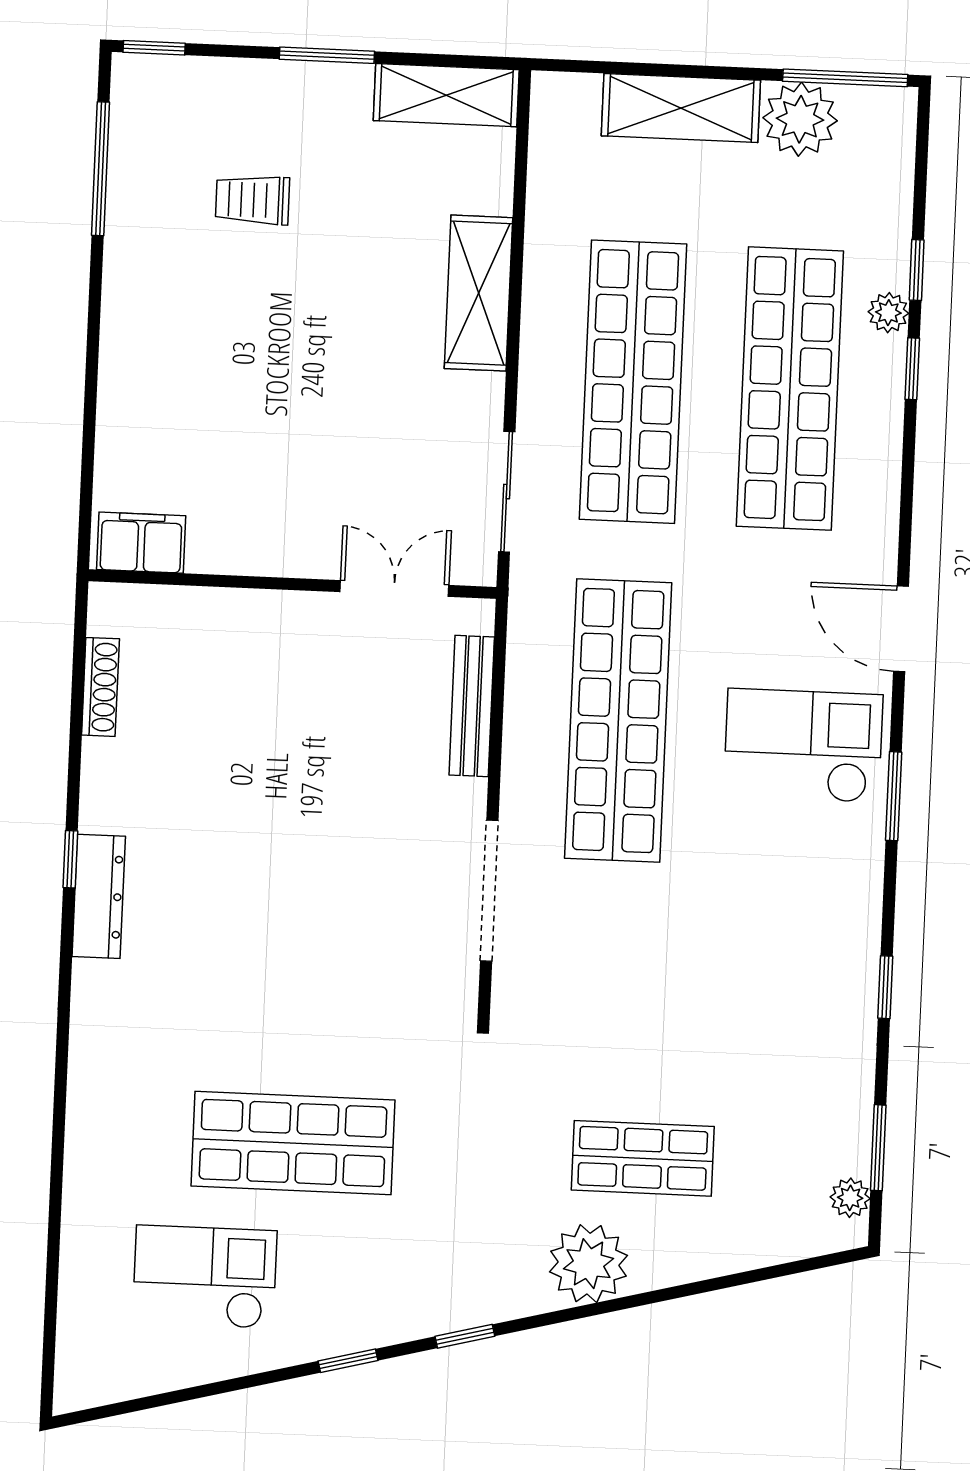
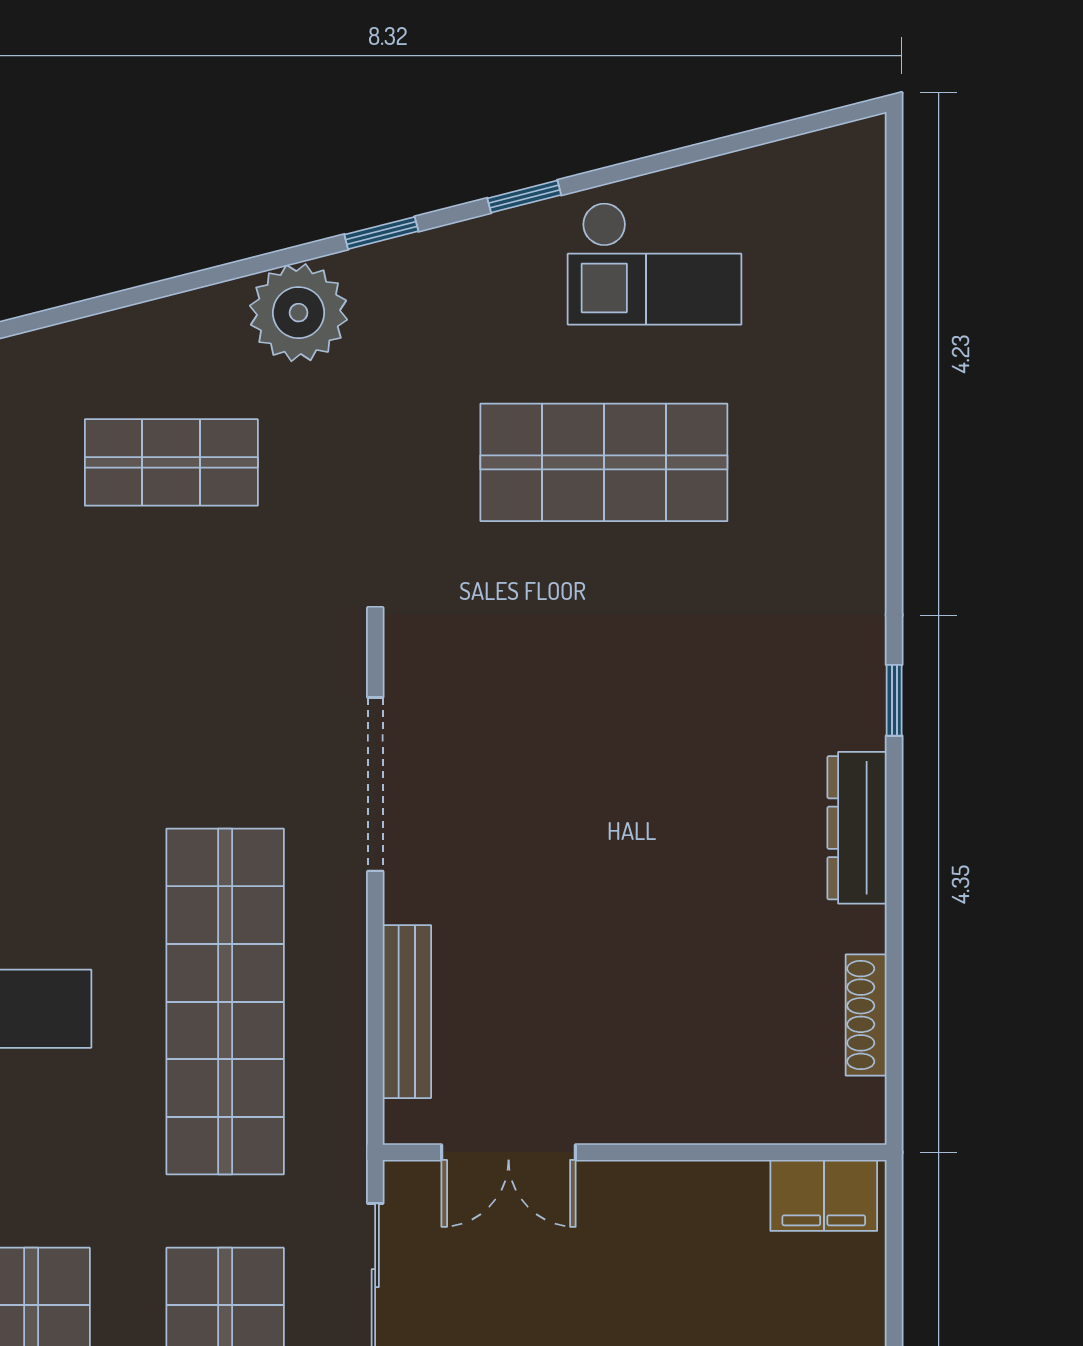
window: (70, 859) -> (894, 700), moved
dresser: (99, 896) -> (857, 828), moved
plant: (589, 1264) -> (299, 313), moved
checkout: (205, 1277) -> (655, 264), moved

